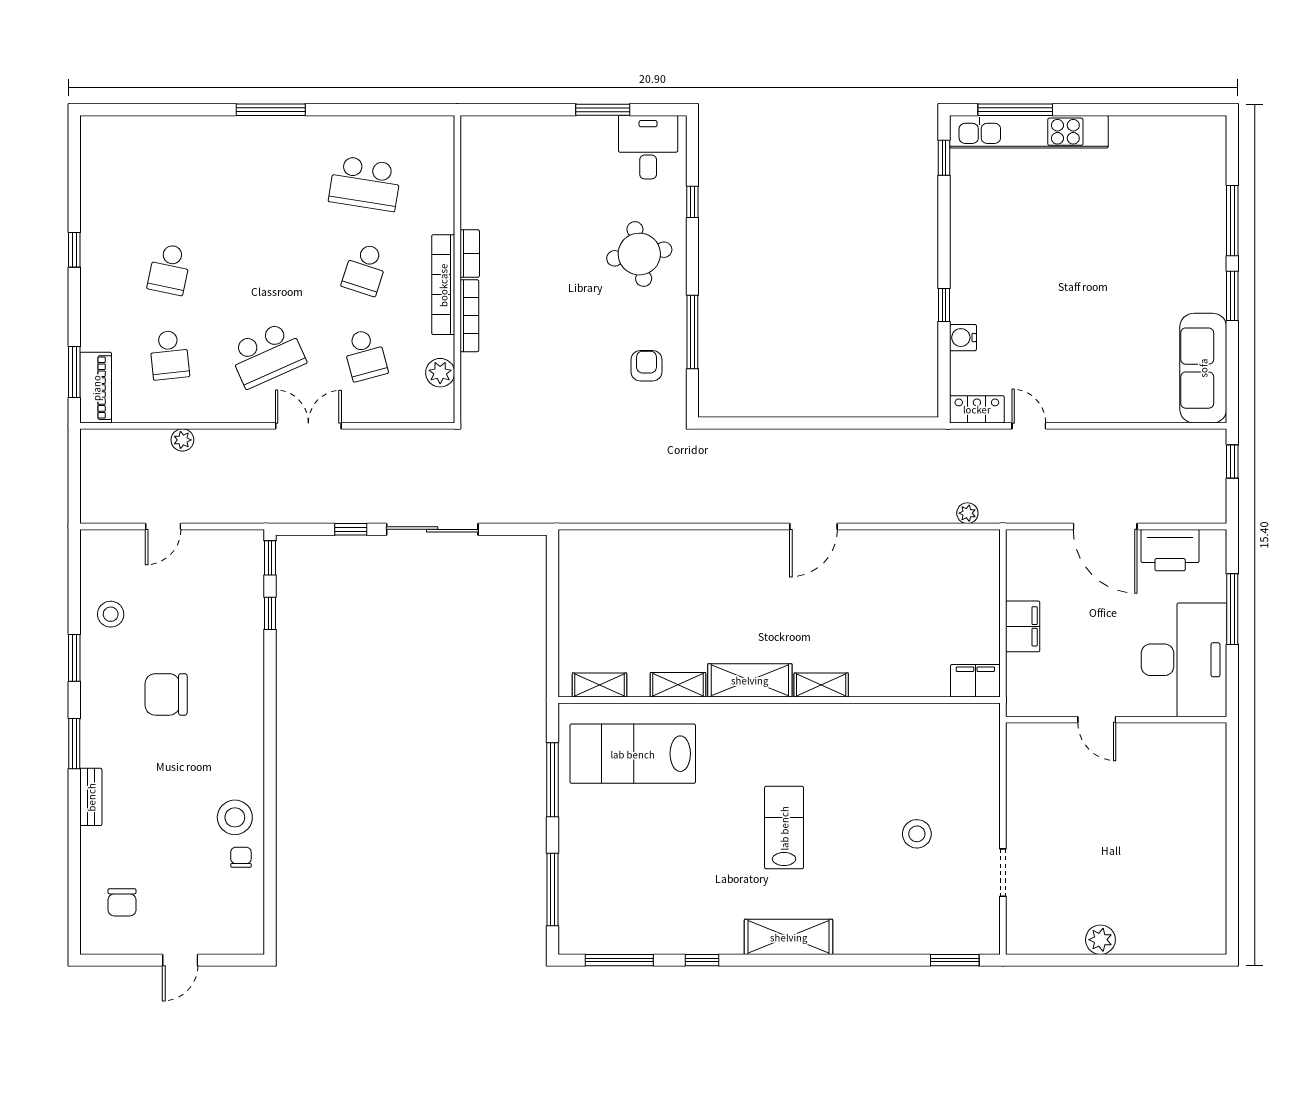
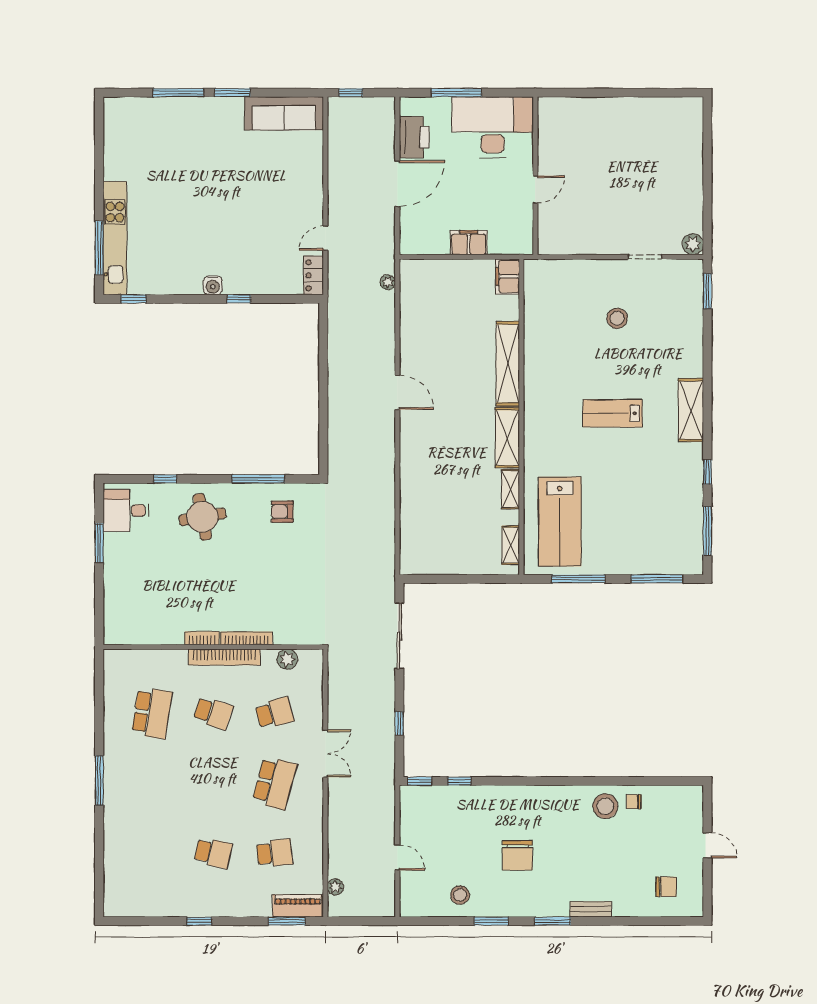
water cooler: (963, 338) -> (213, 285), moved
school desk: (267, 355) -> (275, 783), turned 39
double door: (308, 426) -> (325, 754), swing flipped
plant: (182, 440) -> (335, 887), moved
sliding door: (432, 529) -> (399, 636), moved
shelving: (821, 685) -> (508, 364), width x2.20, depth x1.33
plant: (1100, 940) -> (693, 244), moved

